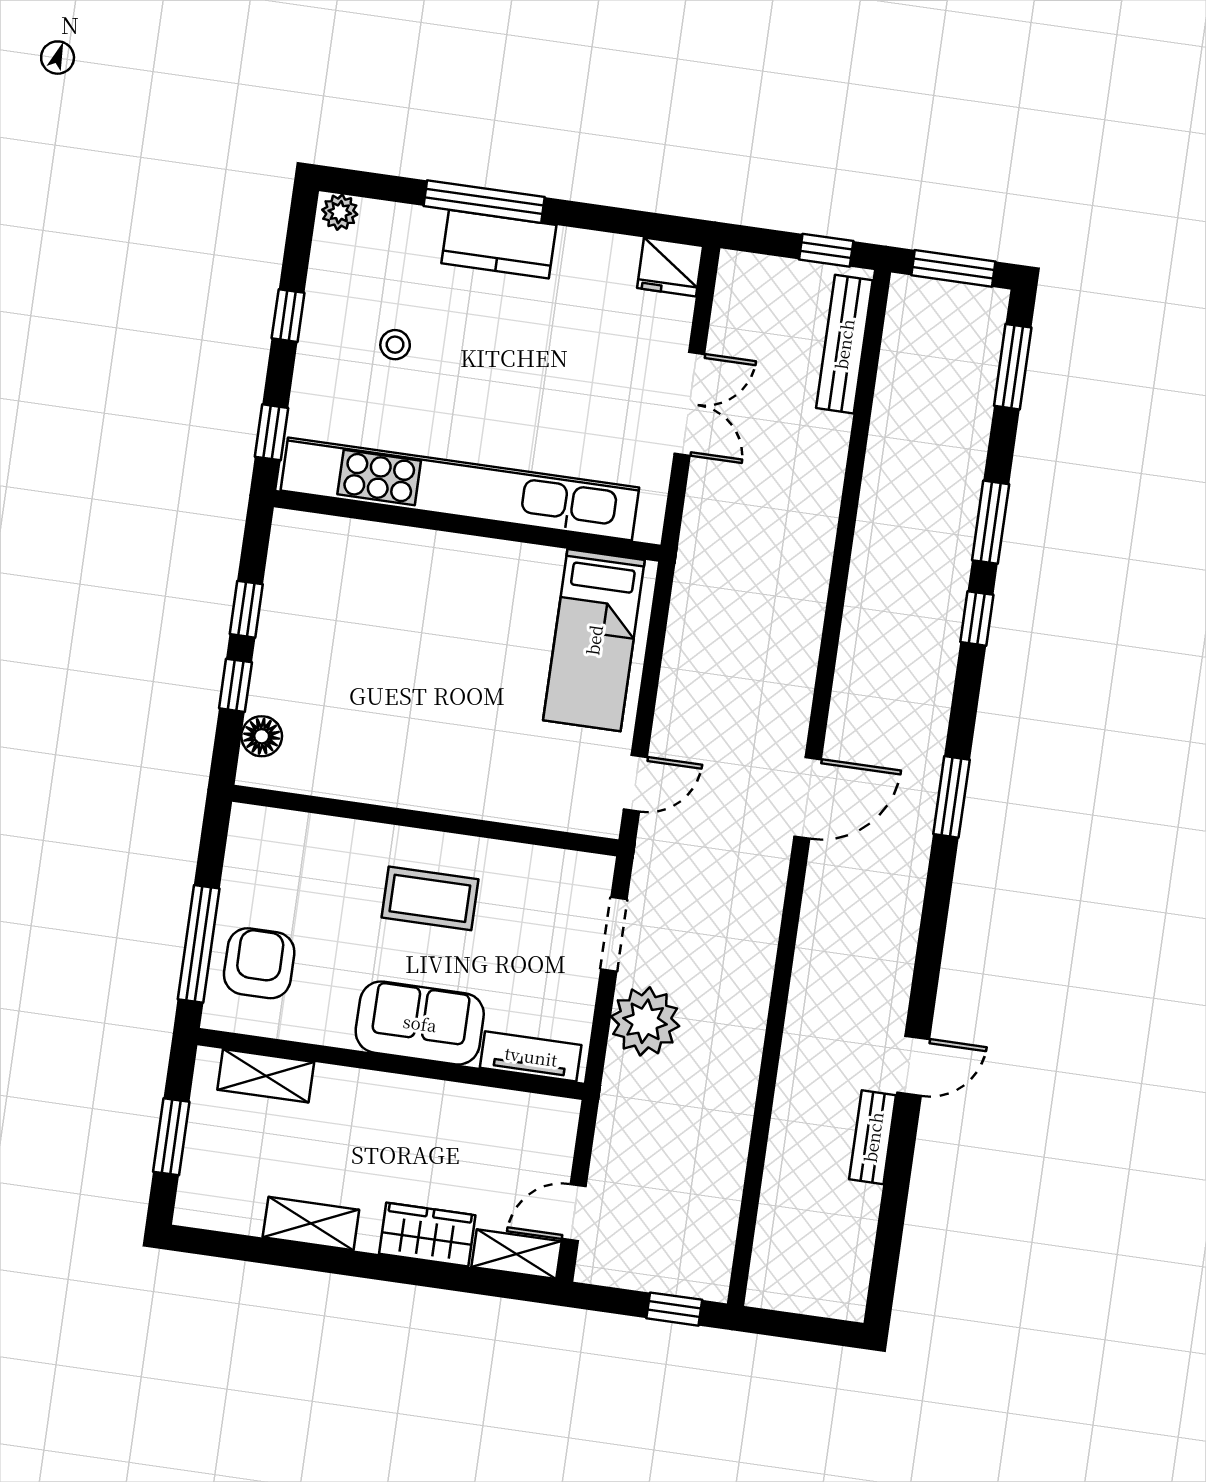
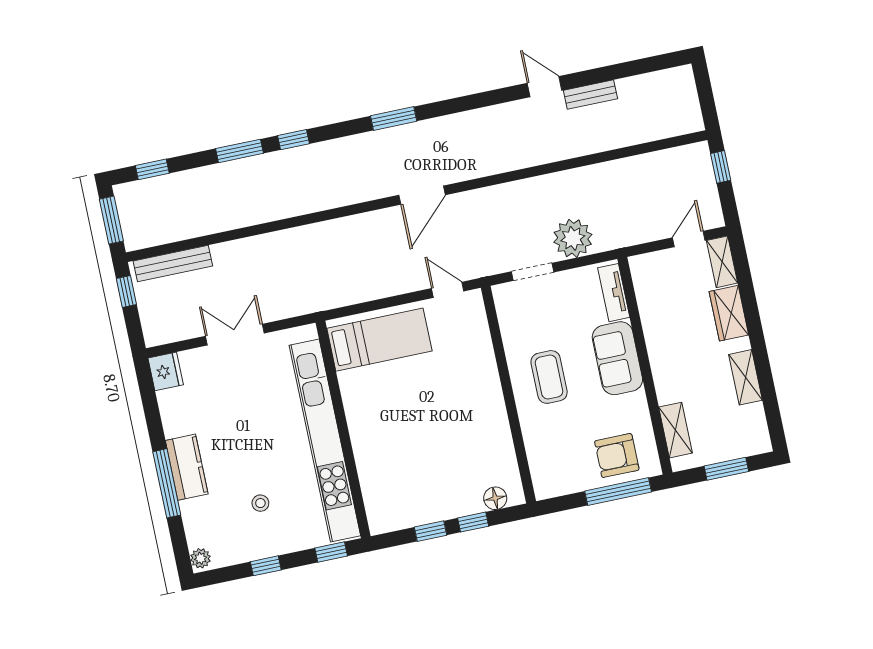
window: (1013, 367) -> (152, 169), width x0.67
door: (808, 798) -> (422, 195), swing flipped
door: (574, 1213) -> (689, 239), swing flipped

